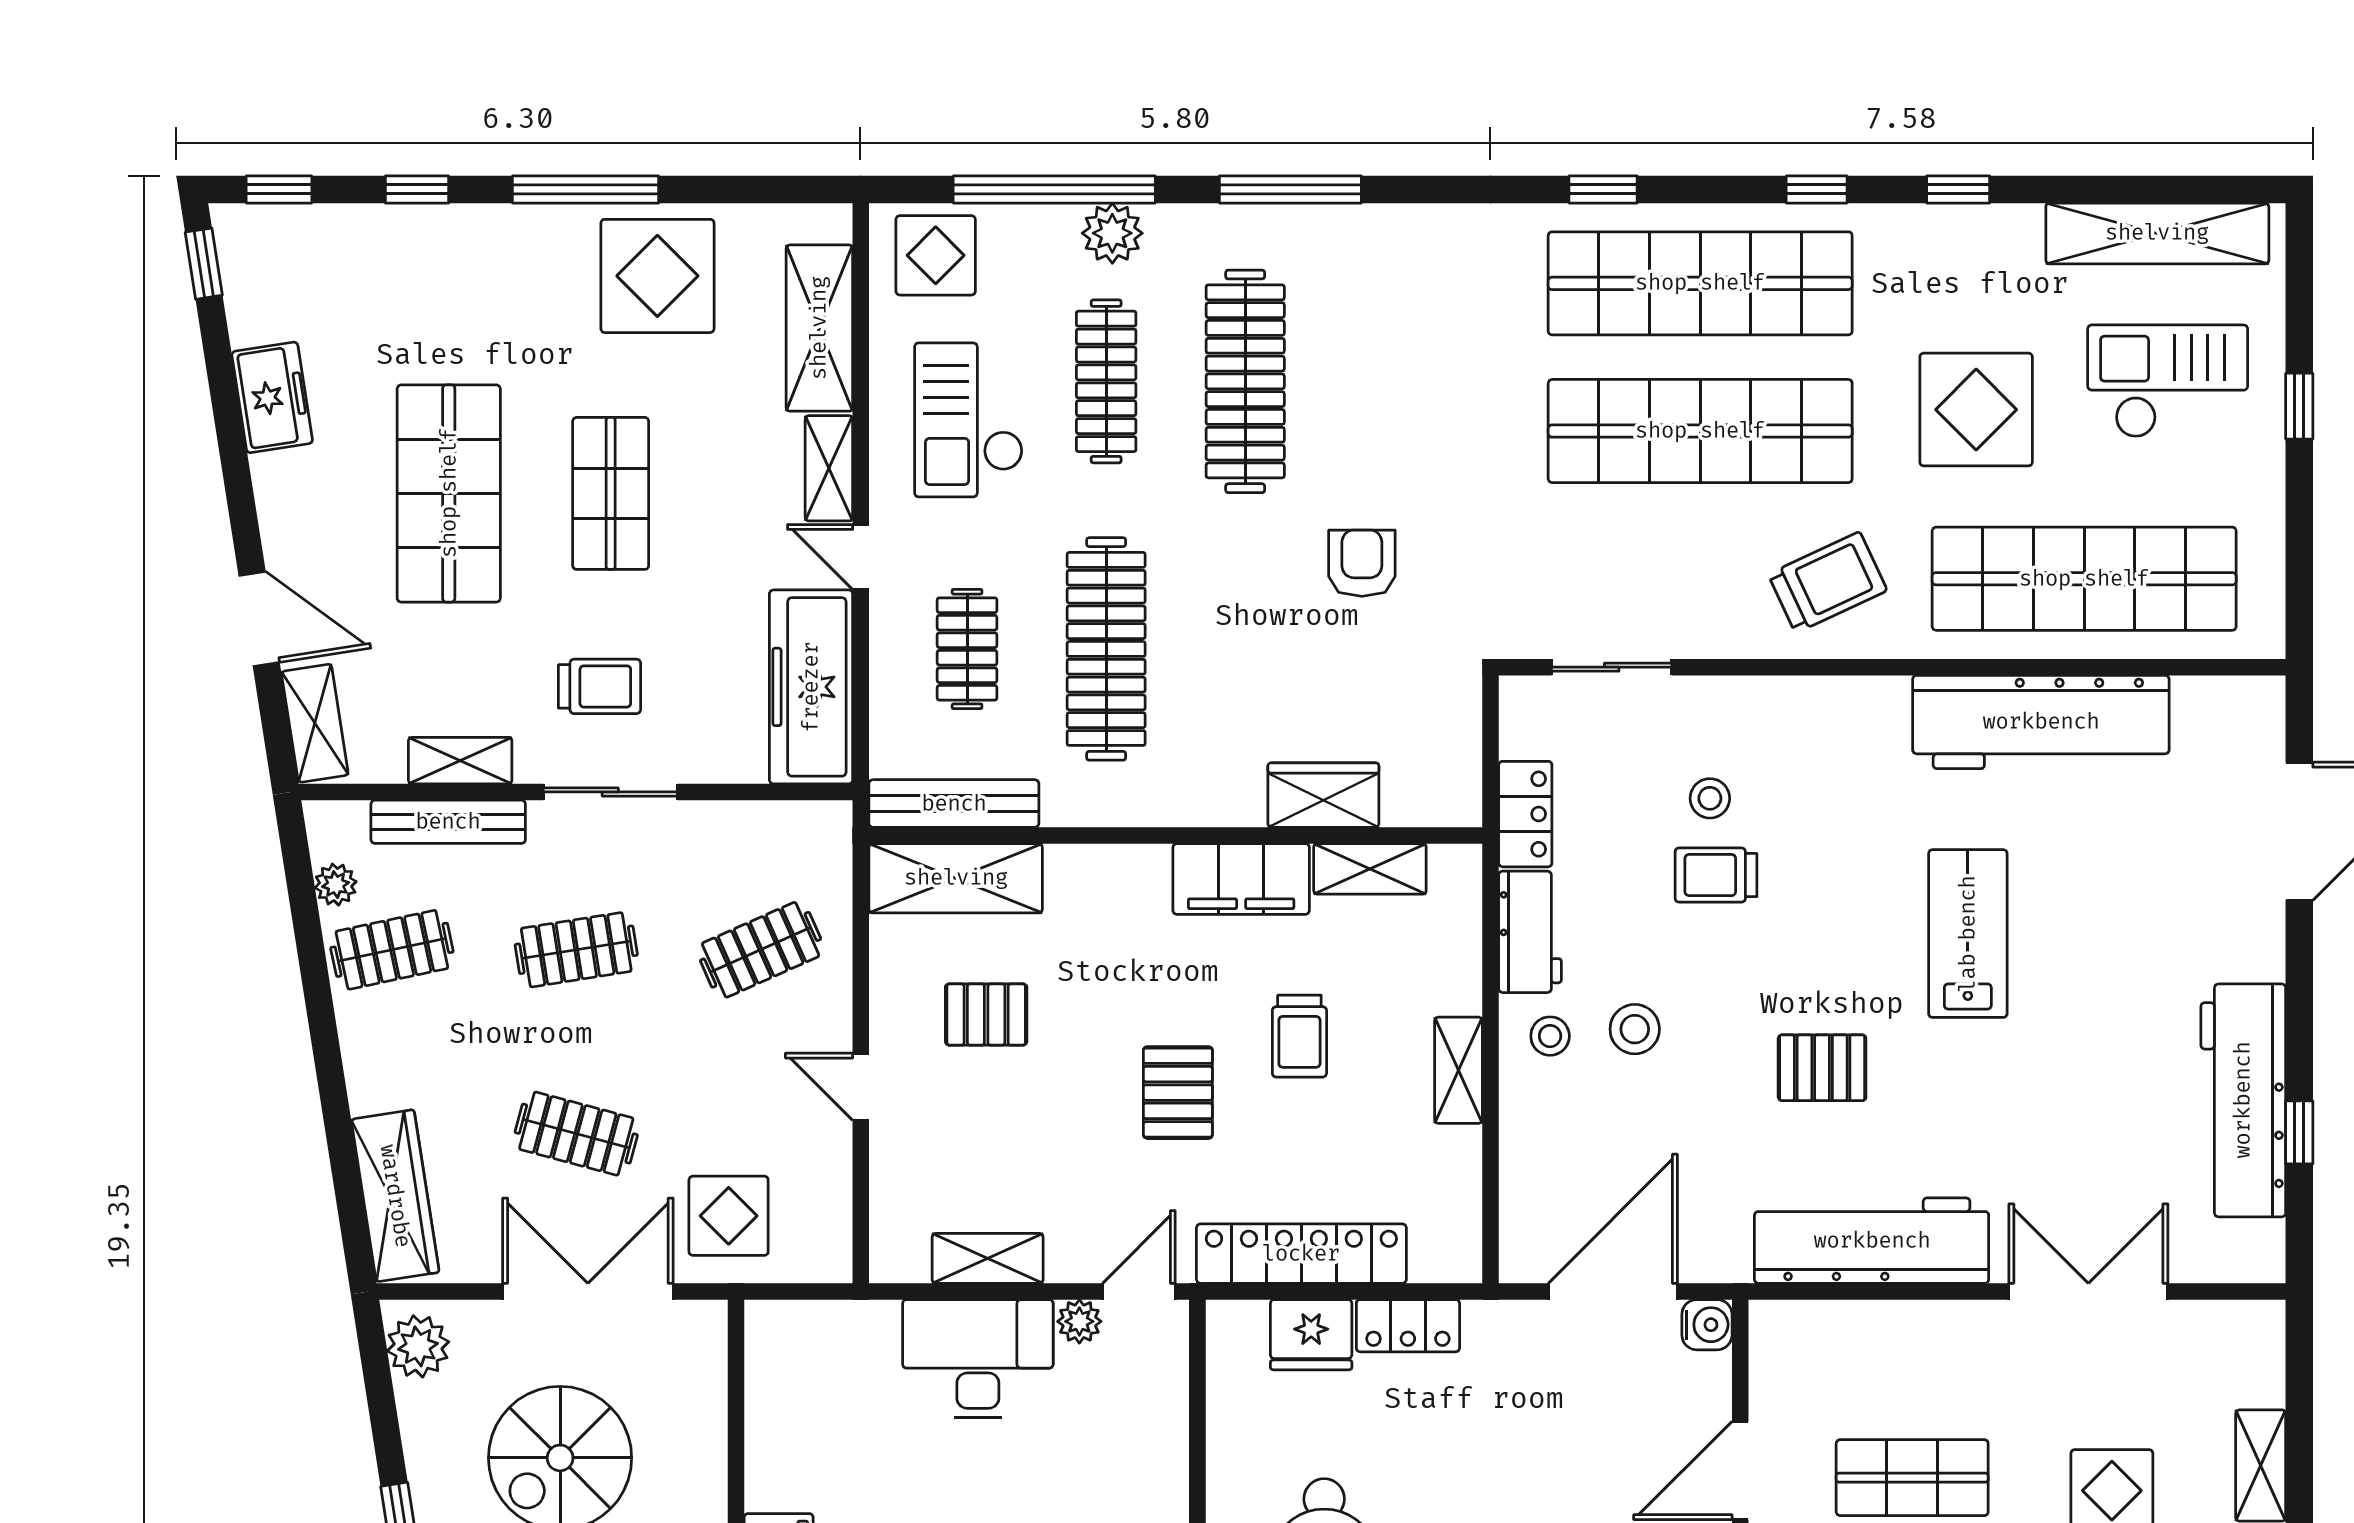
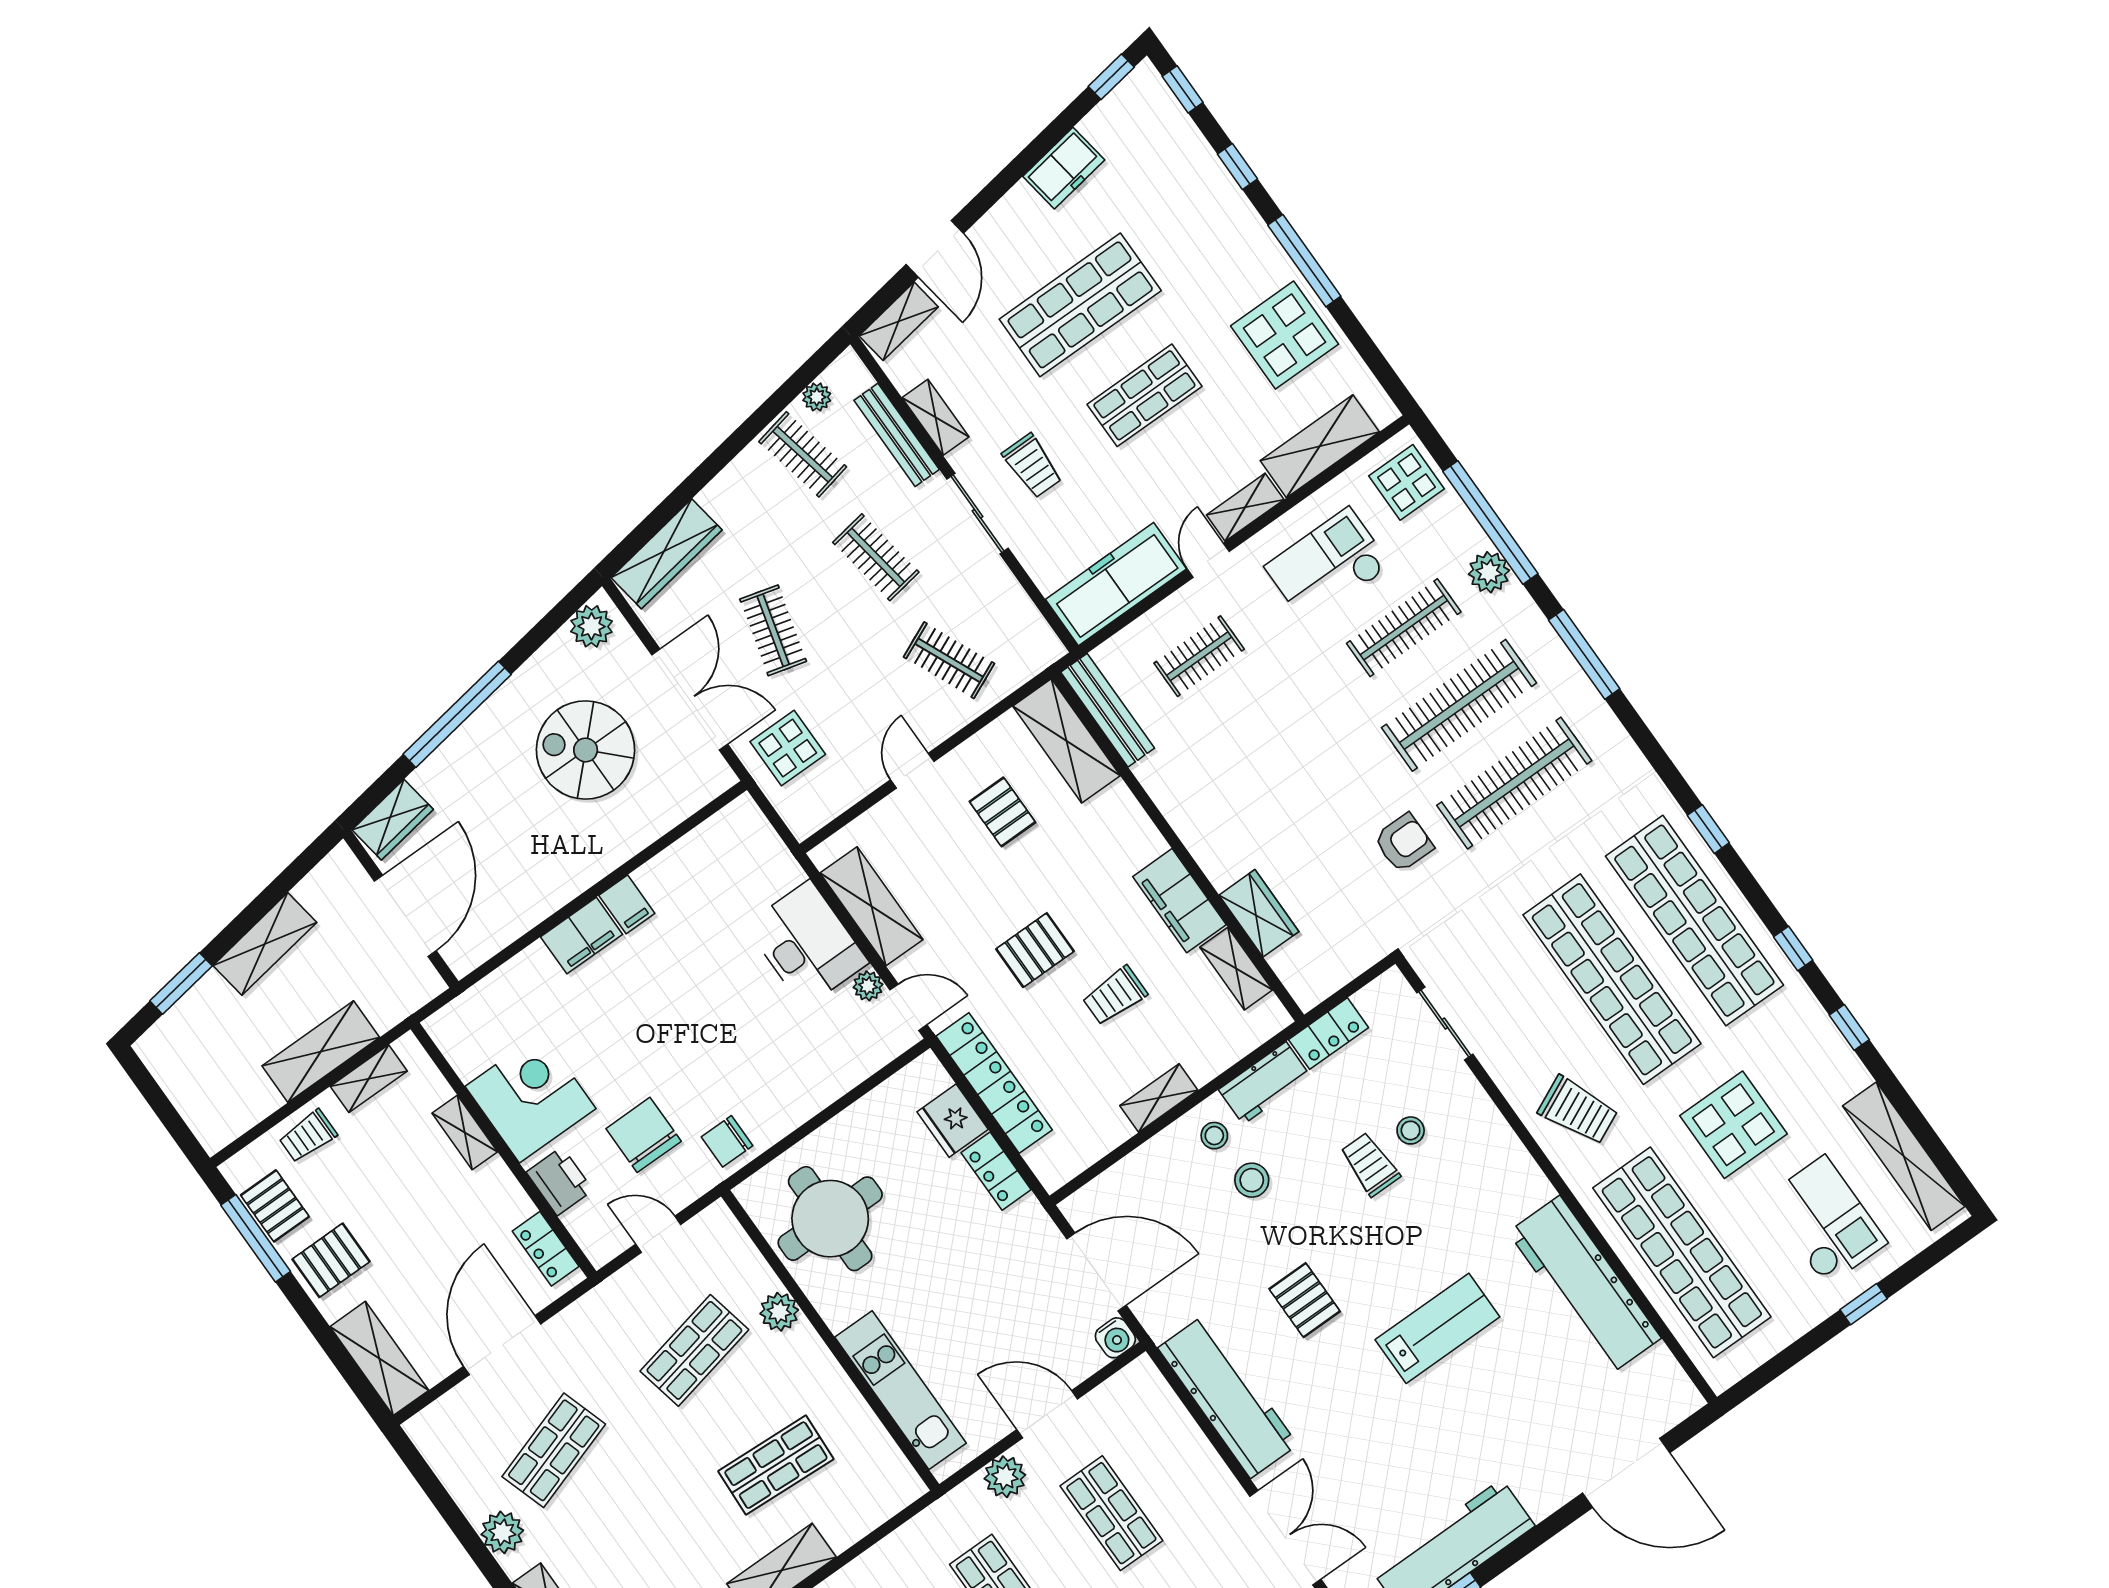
clothes rail: (1106, 649) -> (1514, 783), moved
shelving: (988, 1258) -> (871, 906), width x1.50, depth x1.33

